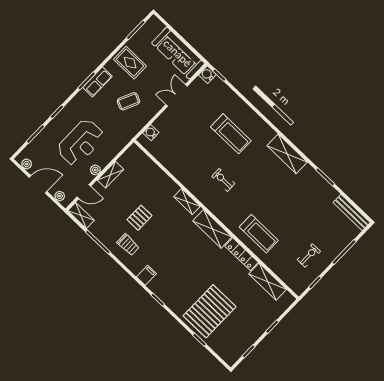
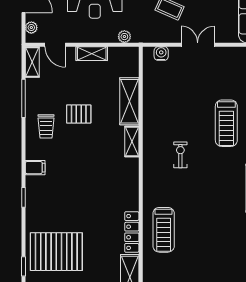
double door: (176, 95) -> (198, 45), moved
plant: (95, 170) -> (124, 37), moved
shelving: (212, 229) -> (129, 101), moved

